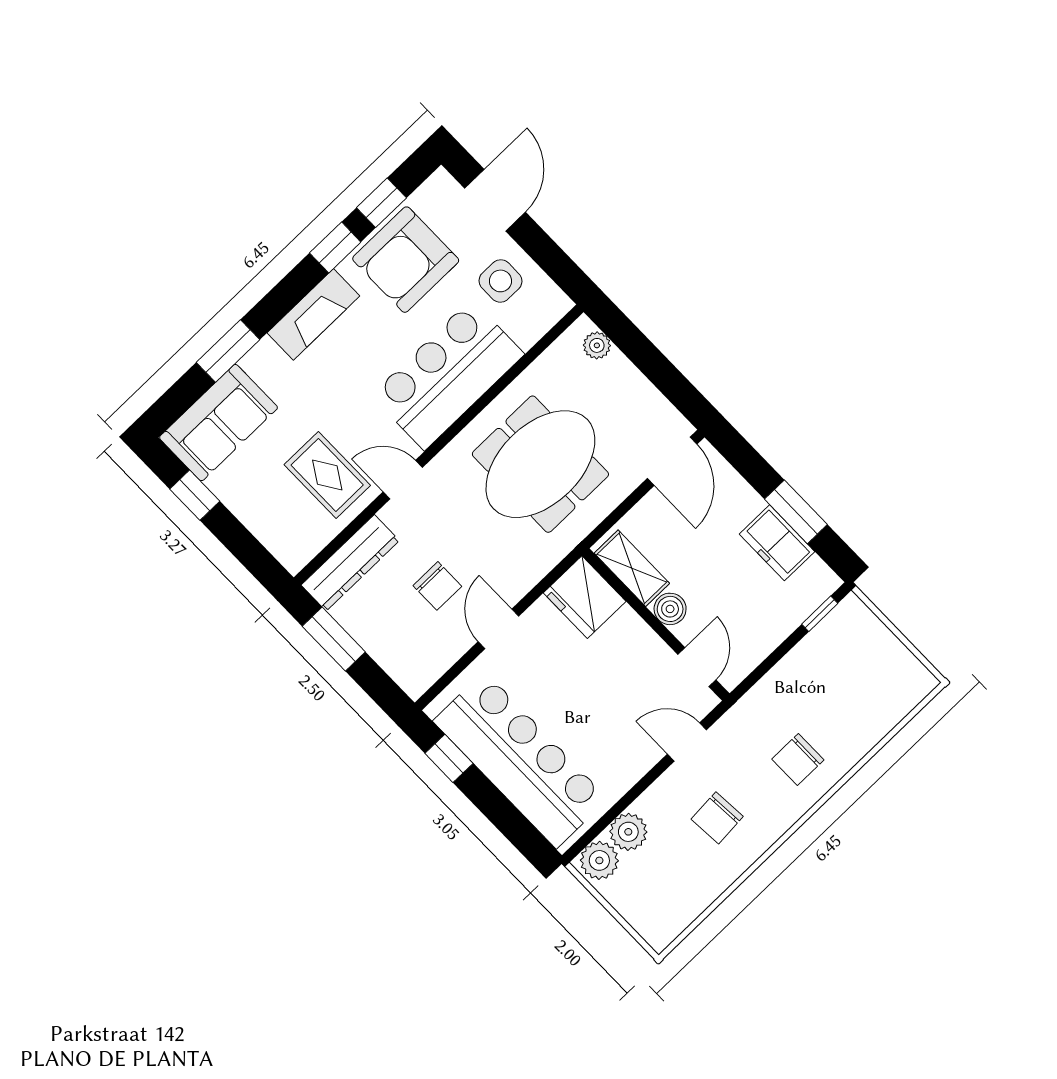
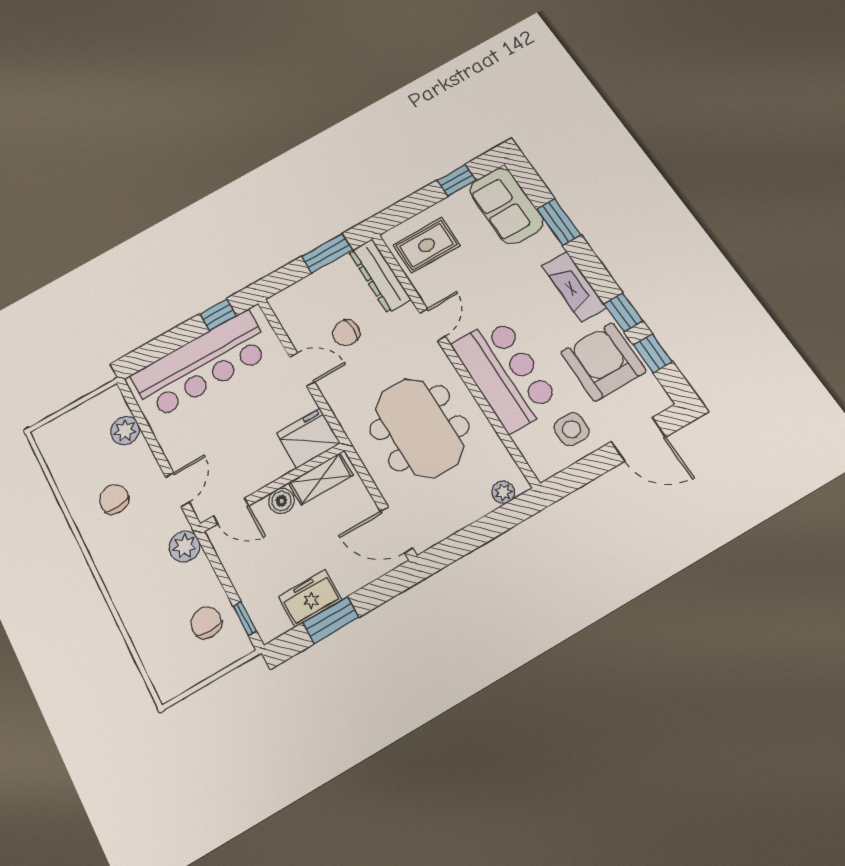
rug: (327, 475) -> (427, 245), moved
chair: (798, 759) -> (206, 622), moved
plant: (599, 860) -> (184, 546), moved

